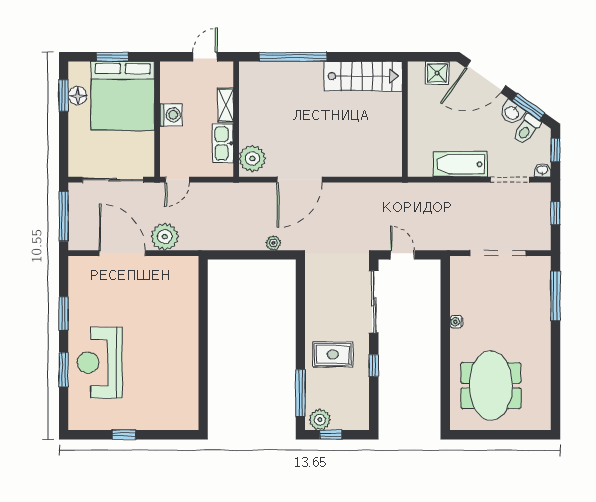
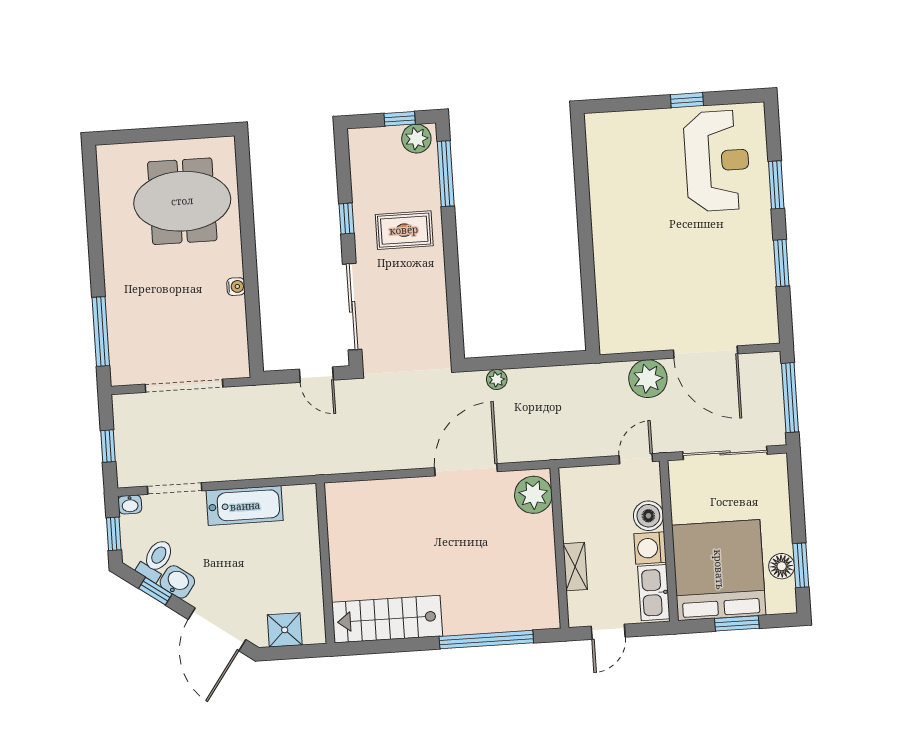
door: (486, 77) -> (217, 629), swing flipped
window: (528, 107) -> (155, 591), width x0.67
boiler: (171, 138) -> (648, 516), added
kitchen sink: (223, 143) -> (654, 593), moved, turned 180
reception desk: (100, 363) -> (717, 161), moved
meeting table: (491, 386) -> (182, 201), turned 90

